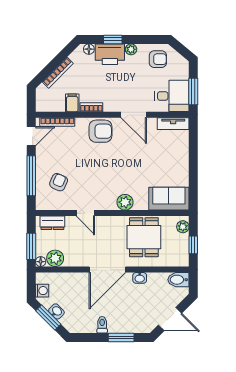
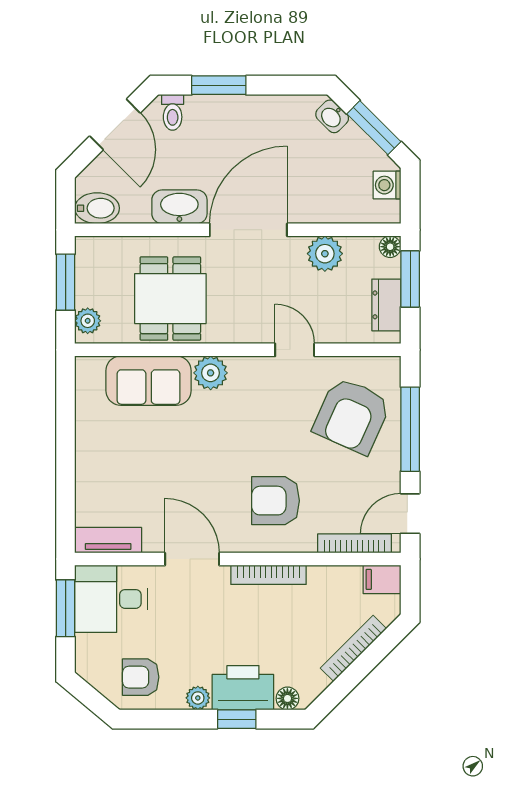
filing cabinet: (72, 103) -> (382, 579), moved, turned 90
bookcase: (91, 107) -> (269, 575), width x1.56
armchair: (100, 131) -> (276, 501), moved
armchair: (59, 182) -> (352, 416), width x1.88, depth x1.88
sofa: (169, 199) -> (149, 381), moved
dresser: (52, 223) -> (386, 305), moved, turned -90
window: (193, 245) -> (66, 282), width x1.50
plant: (55, 258) -> (325, 254), moved
washbasin: (140, 278) -> (179, 207), width x1.91, depth x1.45
washbasin: (56, 311) -> (332, 116), moved
door: (170, 319) -> (115, 124), swing flipped
toilet: (102, 325) -> (173, 112), moved

